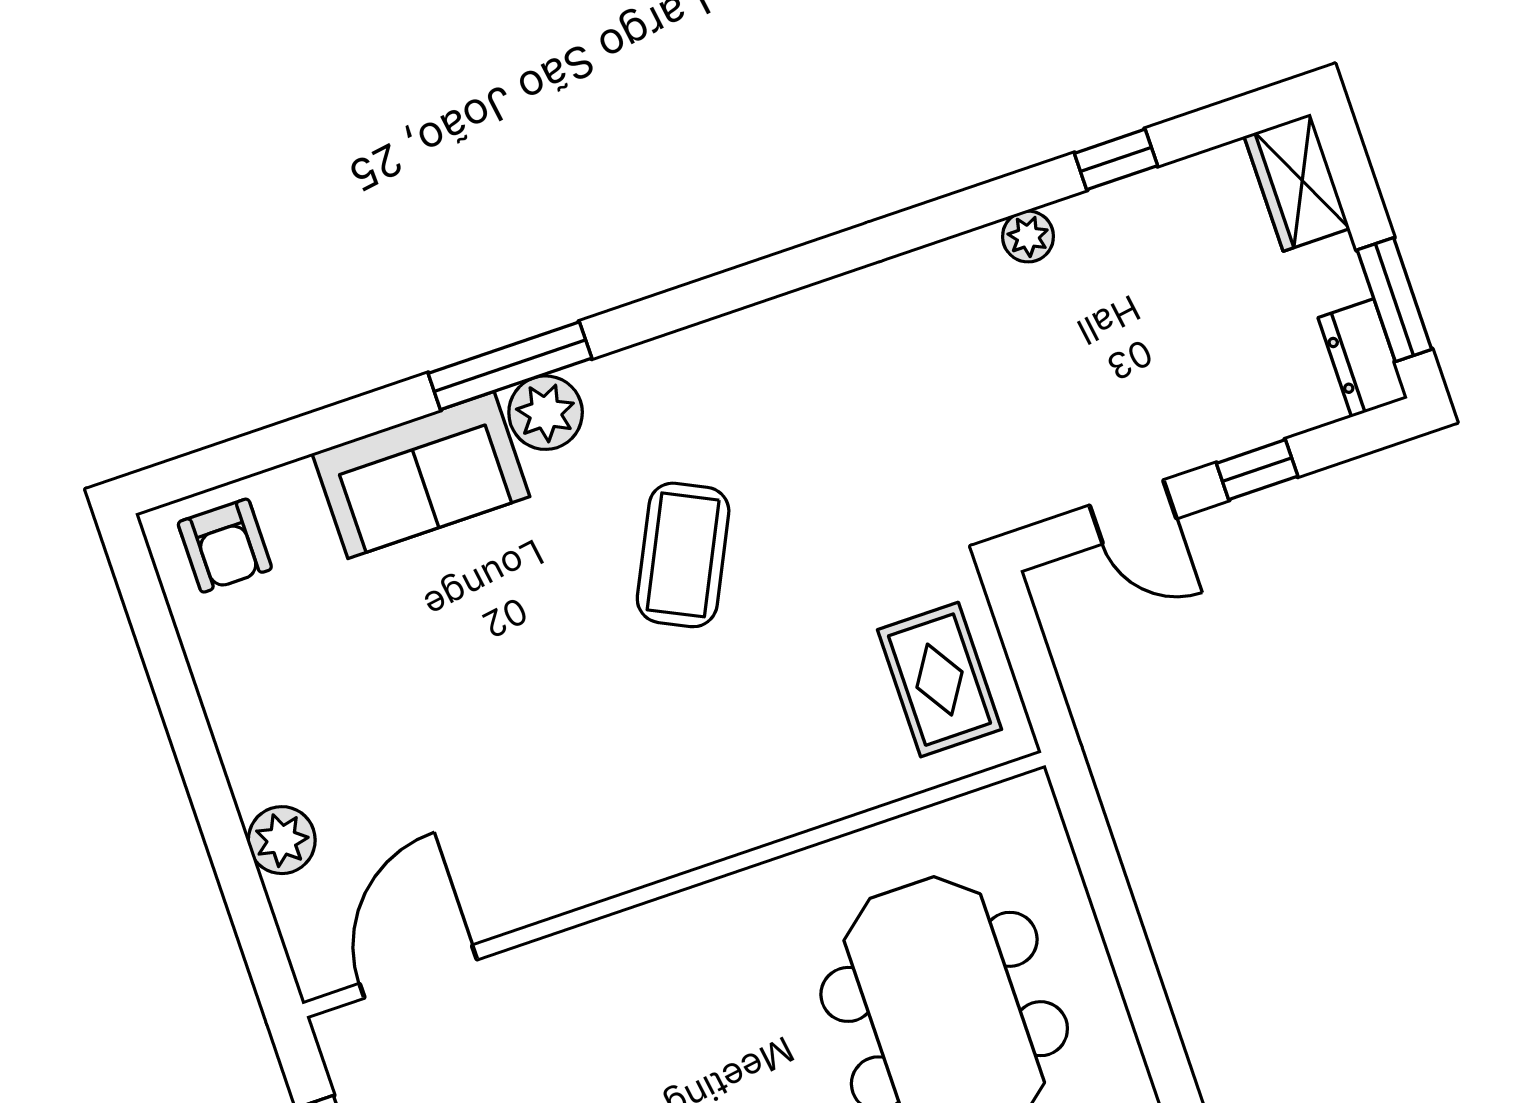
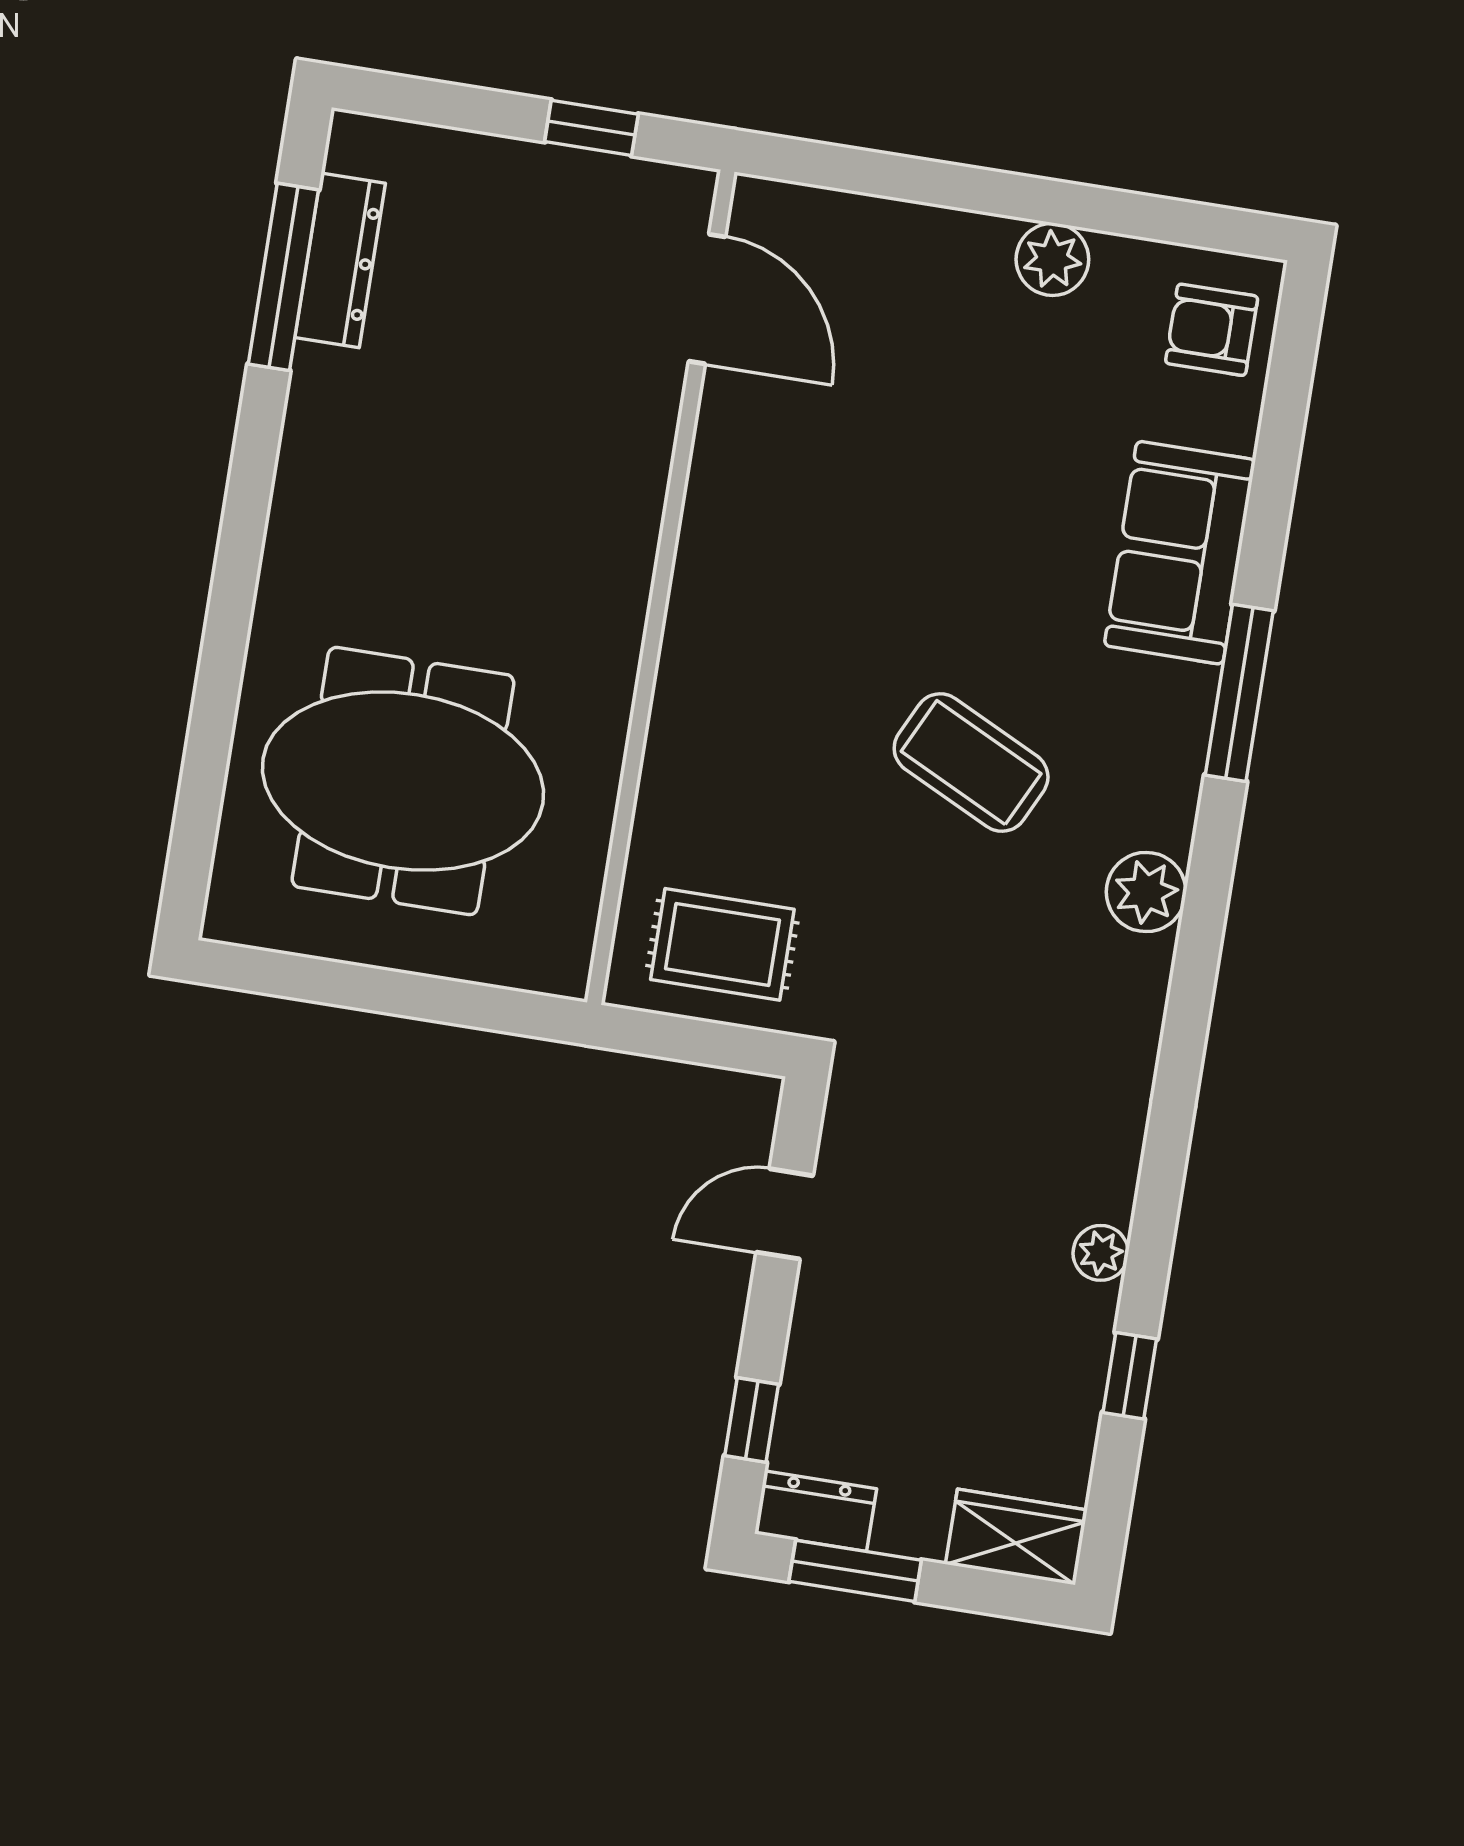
plant: (546, 413) -> (1146, 892), moved
window: (1257, 470) -> (752, 1420), moved
plant: (282, 840) -> (1052, 259), moved

